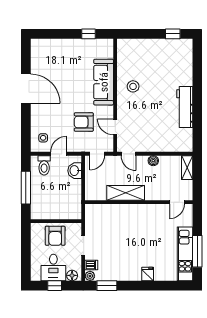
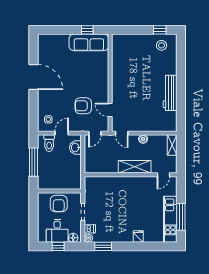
sofa: (104, 82) -> (89, 42), moved, turned -90
stool: (133, 86) -> (161, 45), moved
shelving: (126, 193) -> (135, 167), moved

